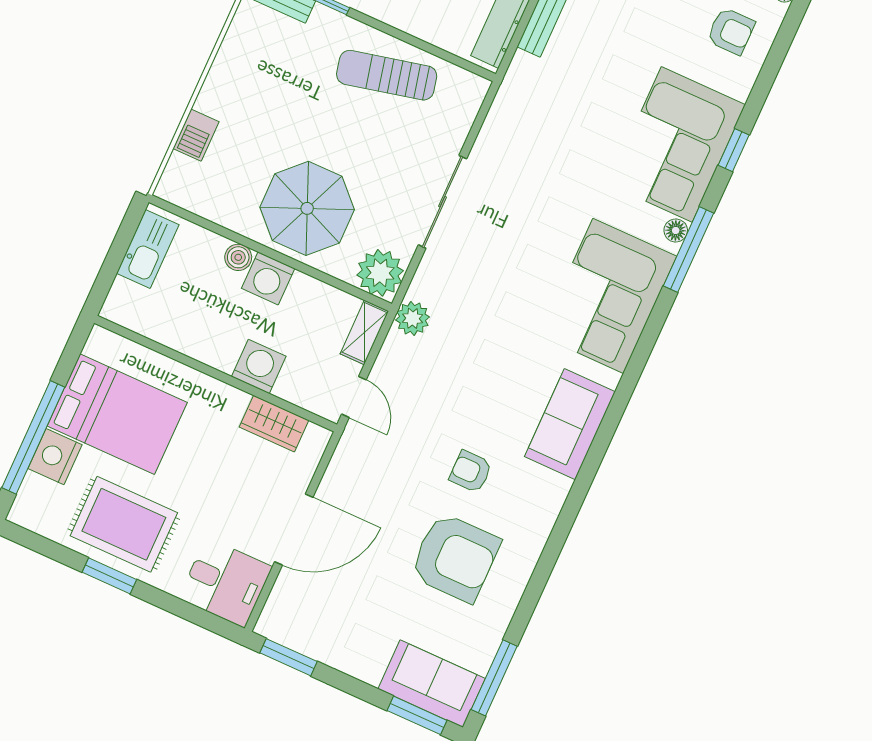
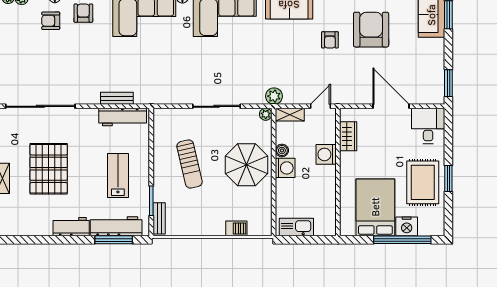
sun lounger: (387, 75) -> (190, 164), moved
boiler: (238, 257) -> (282, 150), moved
plant: (380, 273) -> (266, 114), width x0.53, depth x0.53

